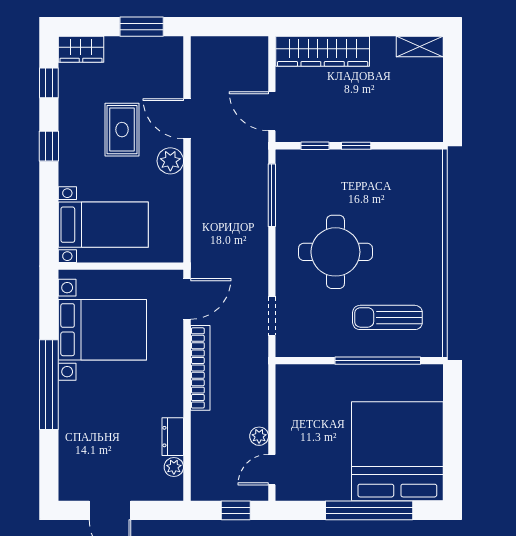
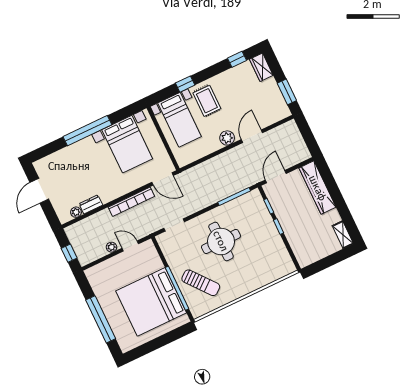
rug: (122, 130) -> (207, 101), moved, turned 90
window: (49, 146) -> (185, 84), moved
sun lounger: (387, 317) -> (201, 283), turned 141
bed: (397, 451) -> (151, 302), moved, turned 180
door: (272, 470) -> (130, 246), moved

